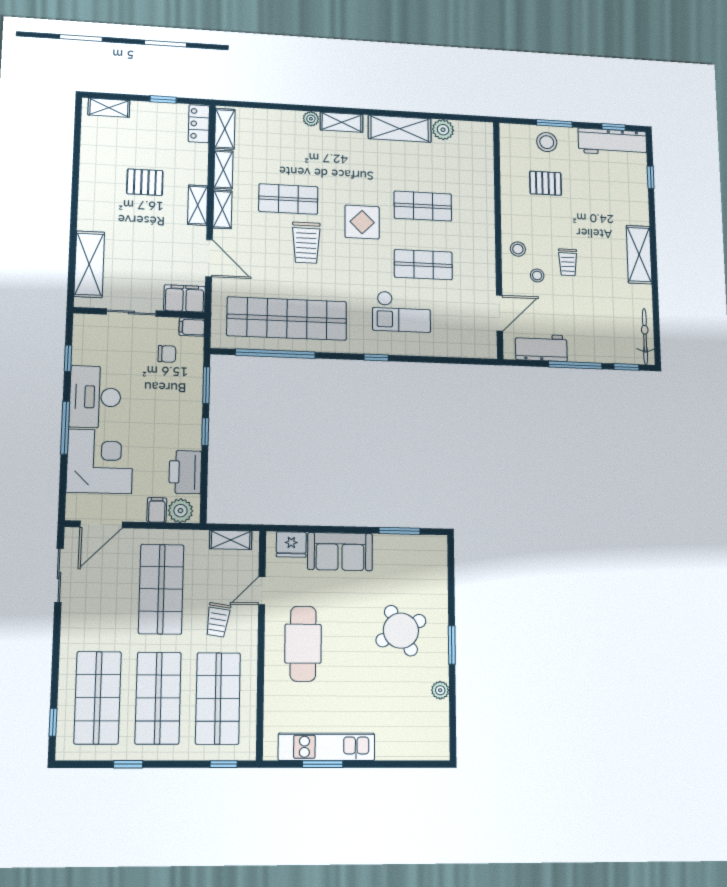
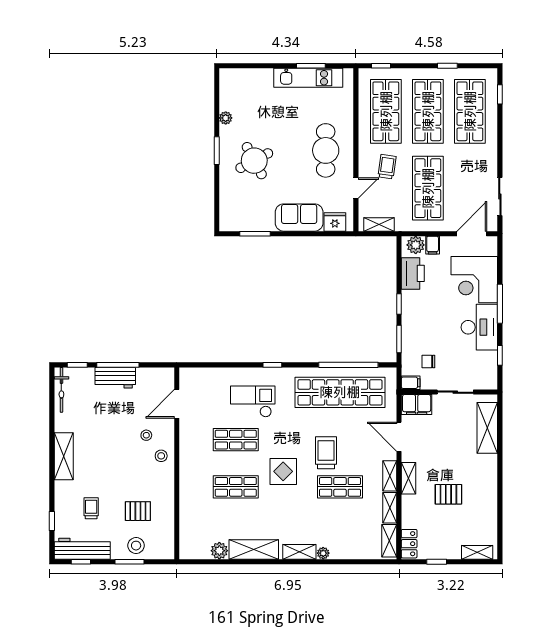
trolley: (568, 262) -> (91, 508), moved
workbench: (541, 348) -> (115, 378), moved

